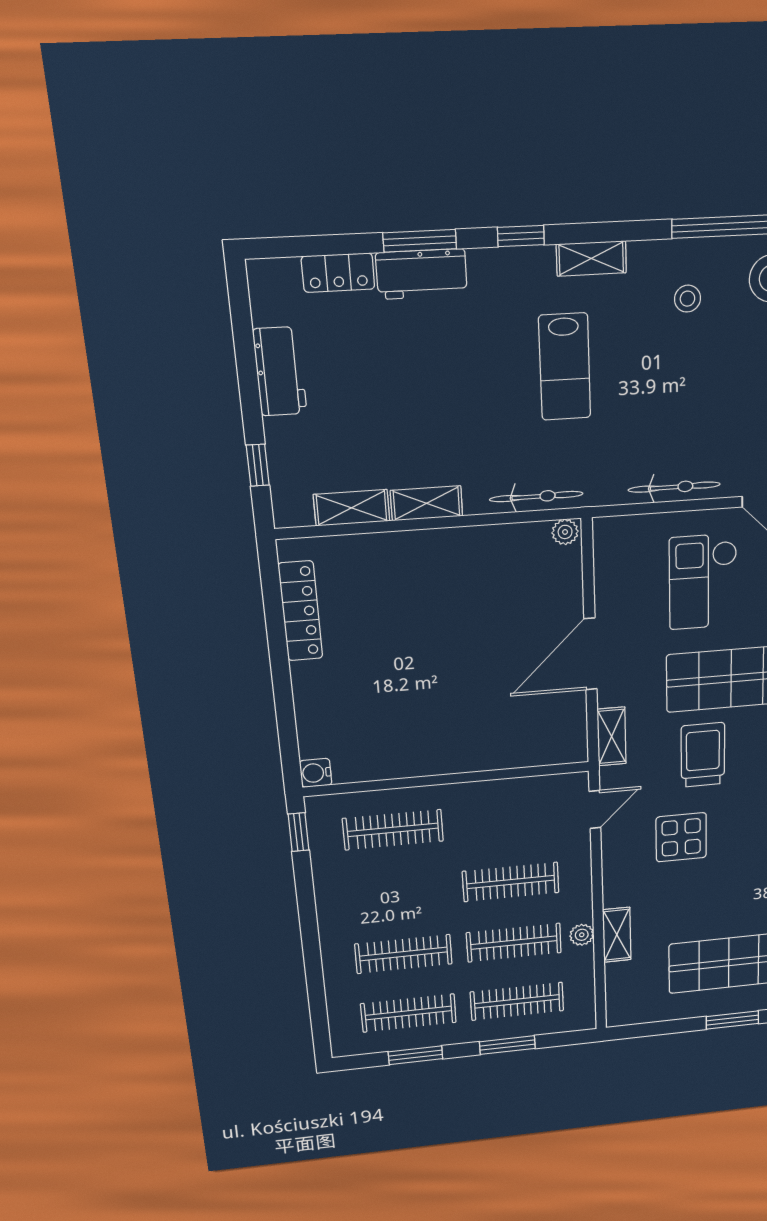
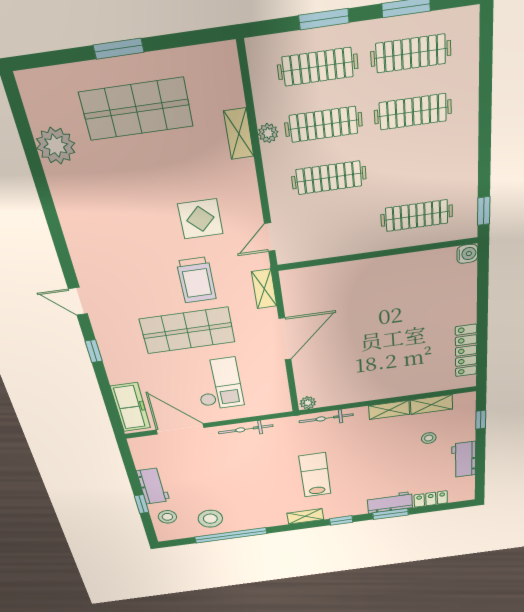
stool: (687, 299) -> (429, 438), moved

